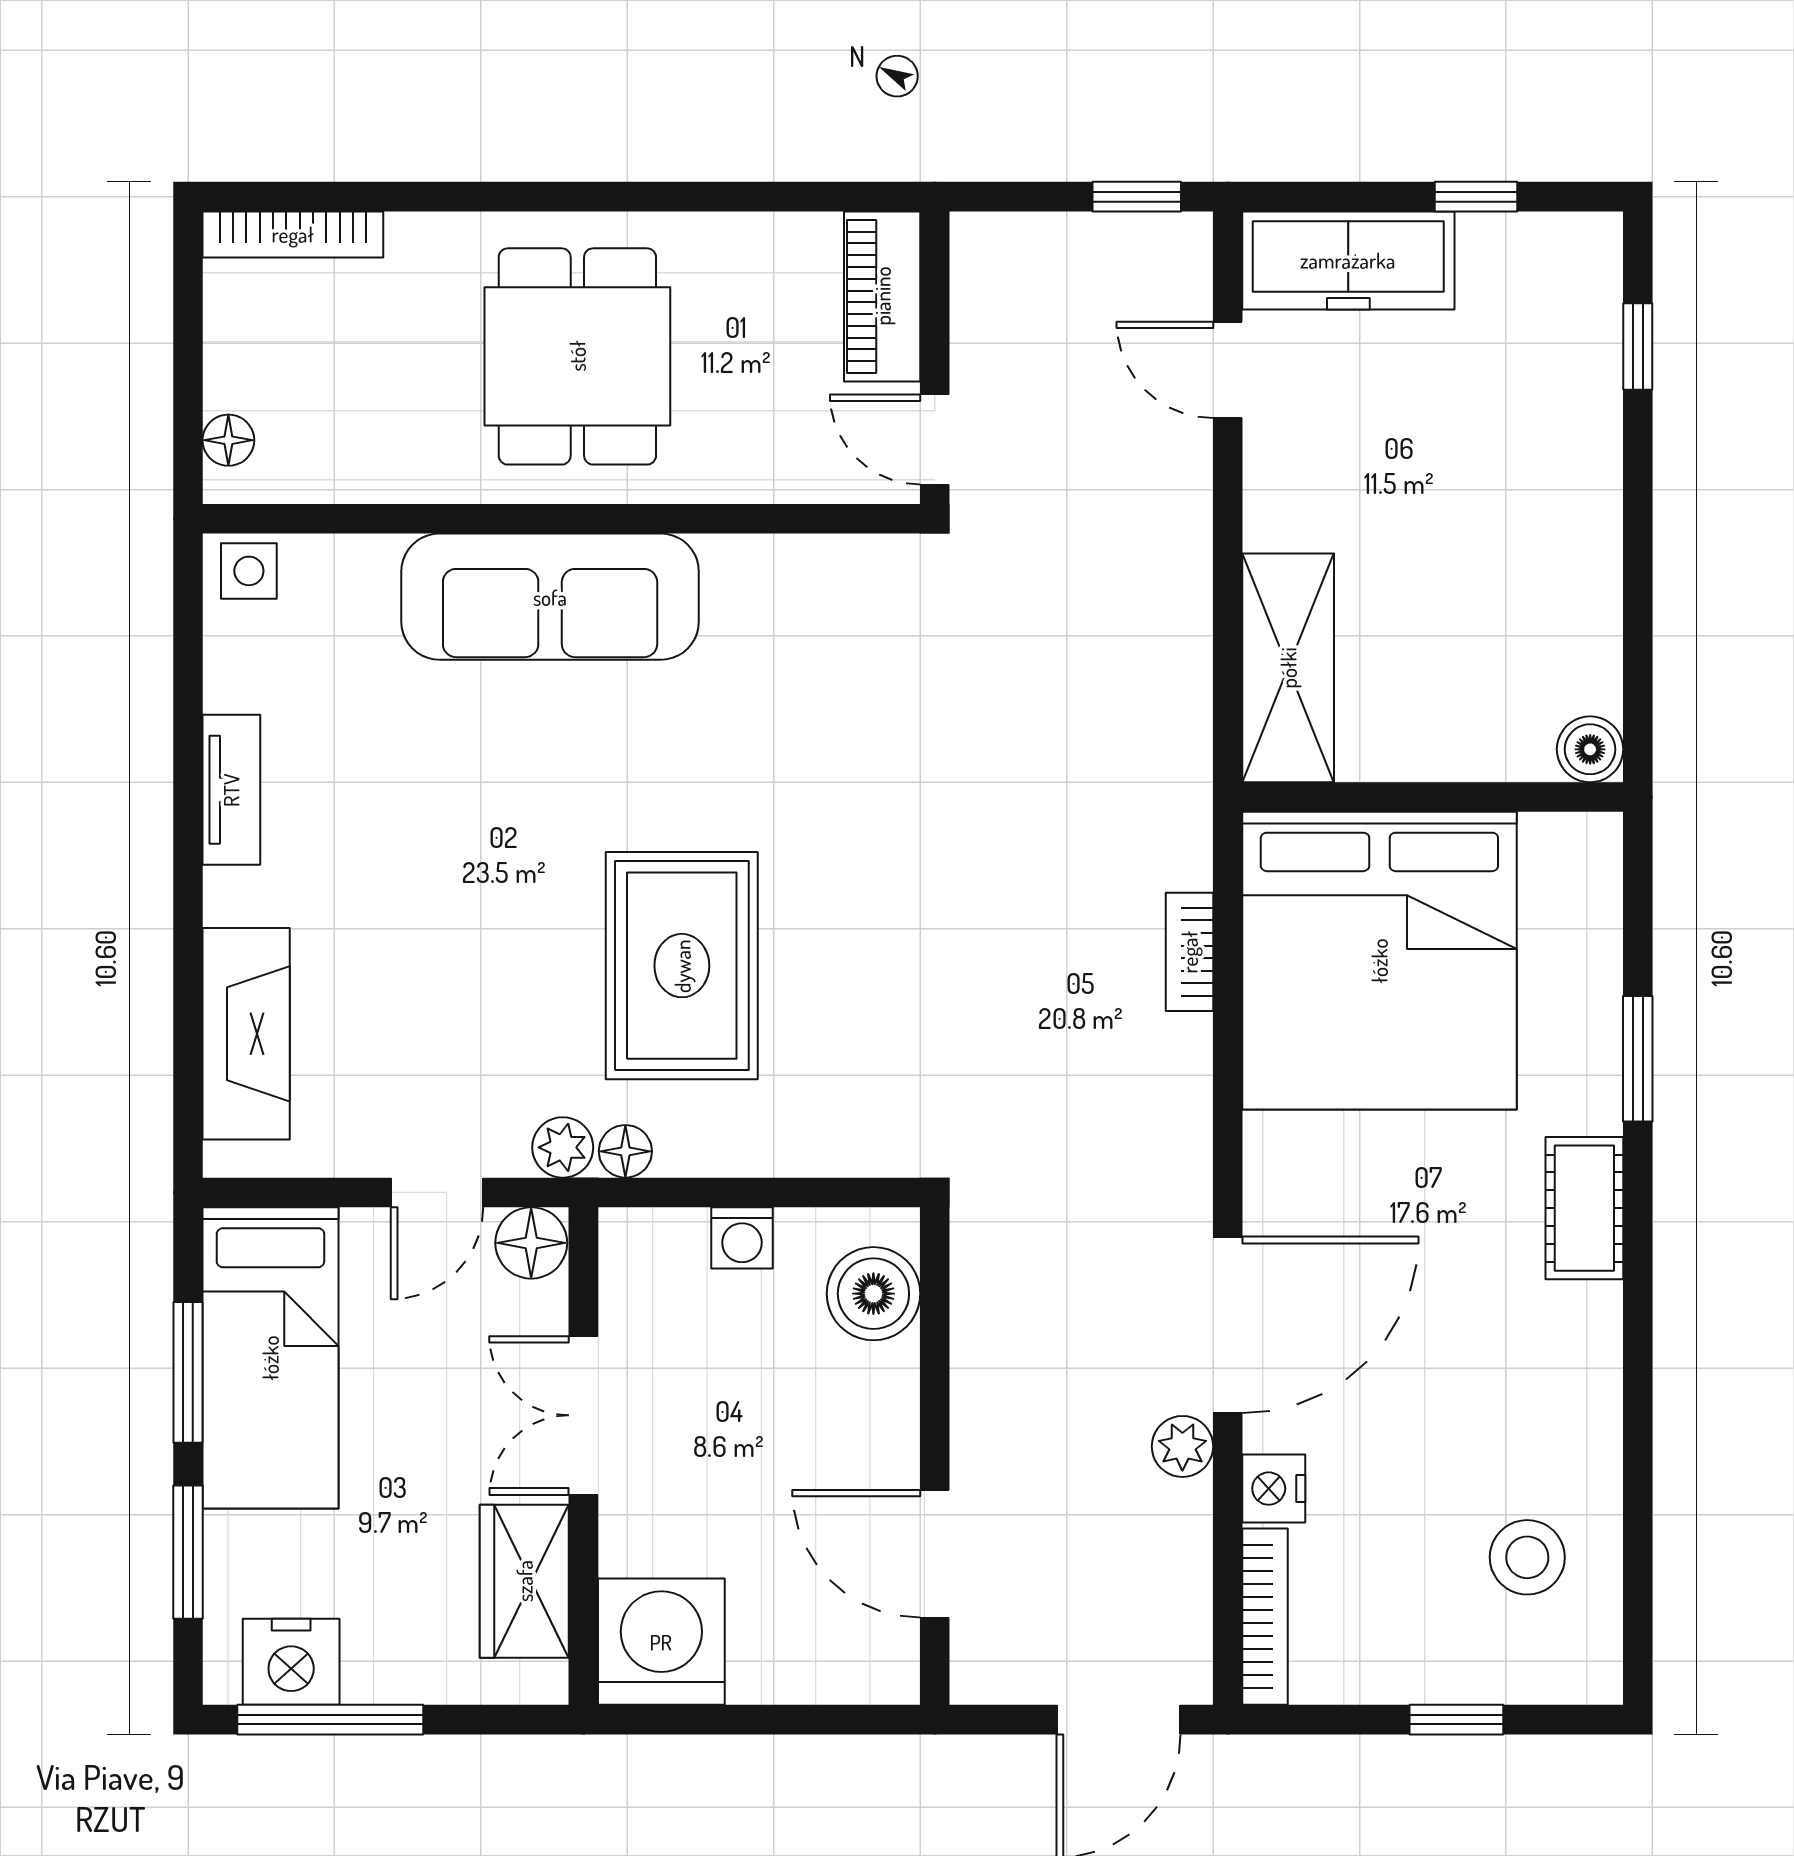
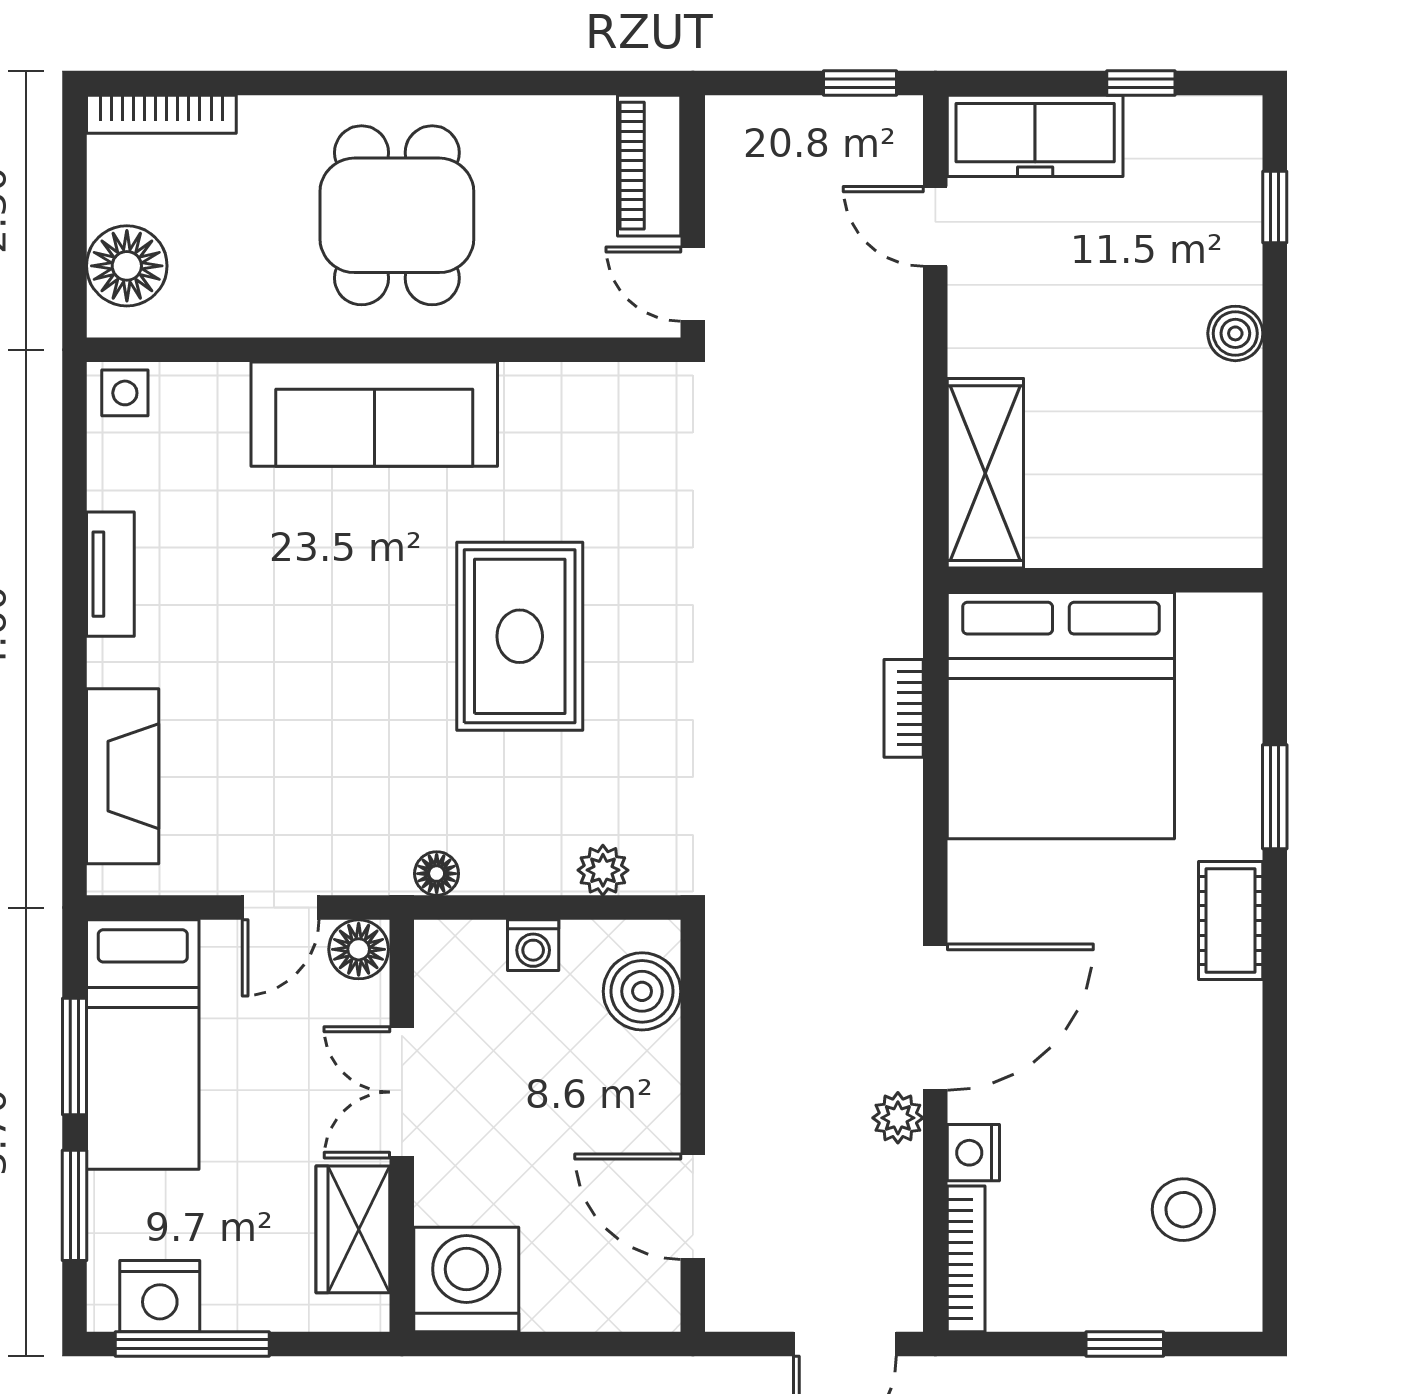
floor lamp: (228, 440) -> (127, 266), width x1.89, depth x1.89
boiler: (1590, 749) -> (1235, 333), moved
rug: (682, 966) -> (520, 636), moved
plant: (563, 1147) -> (603, 870), moved

